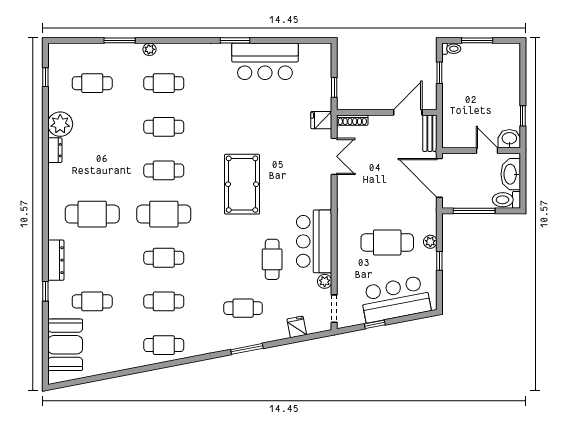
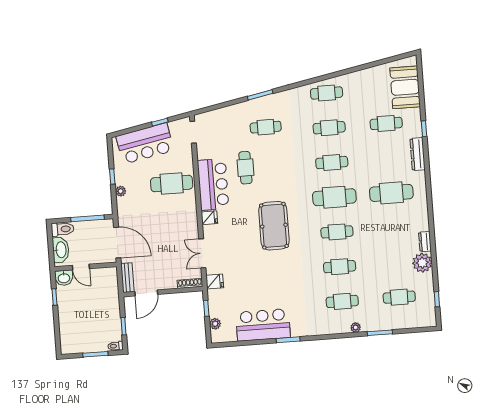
cafe table: (387, 242) -> (172, 183), moved
plant: (325, 281) -> (215, 324), moved
fridge: (297, 327) -> (209, 218), moved, turned -79

